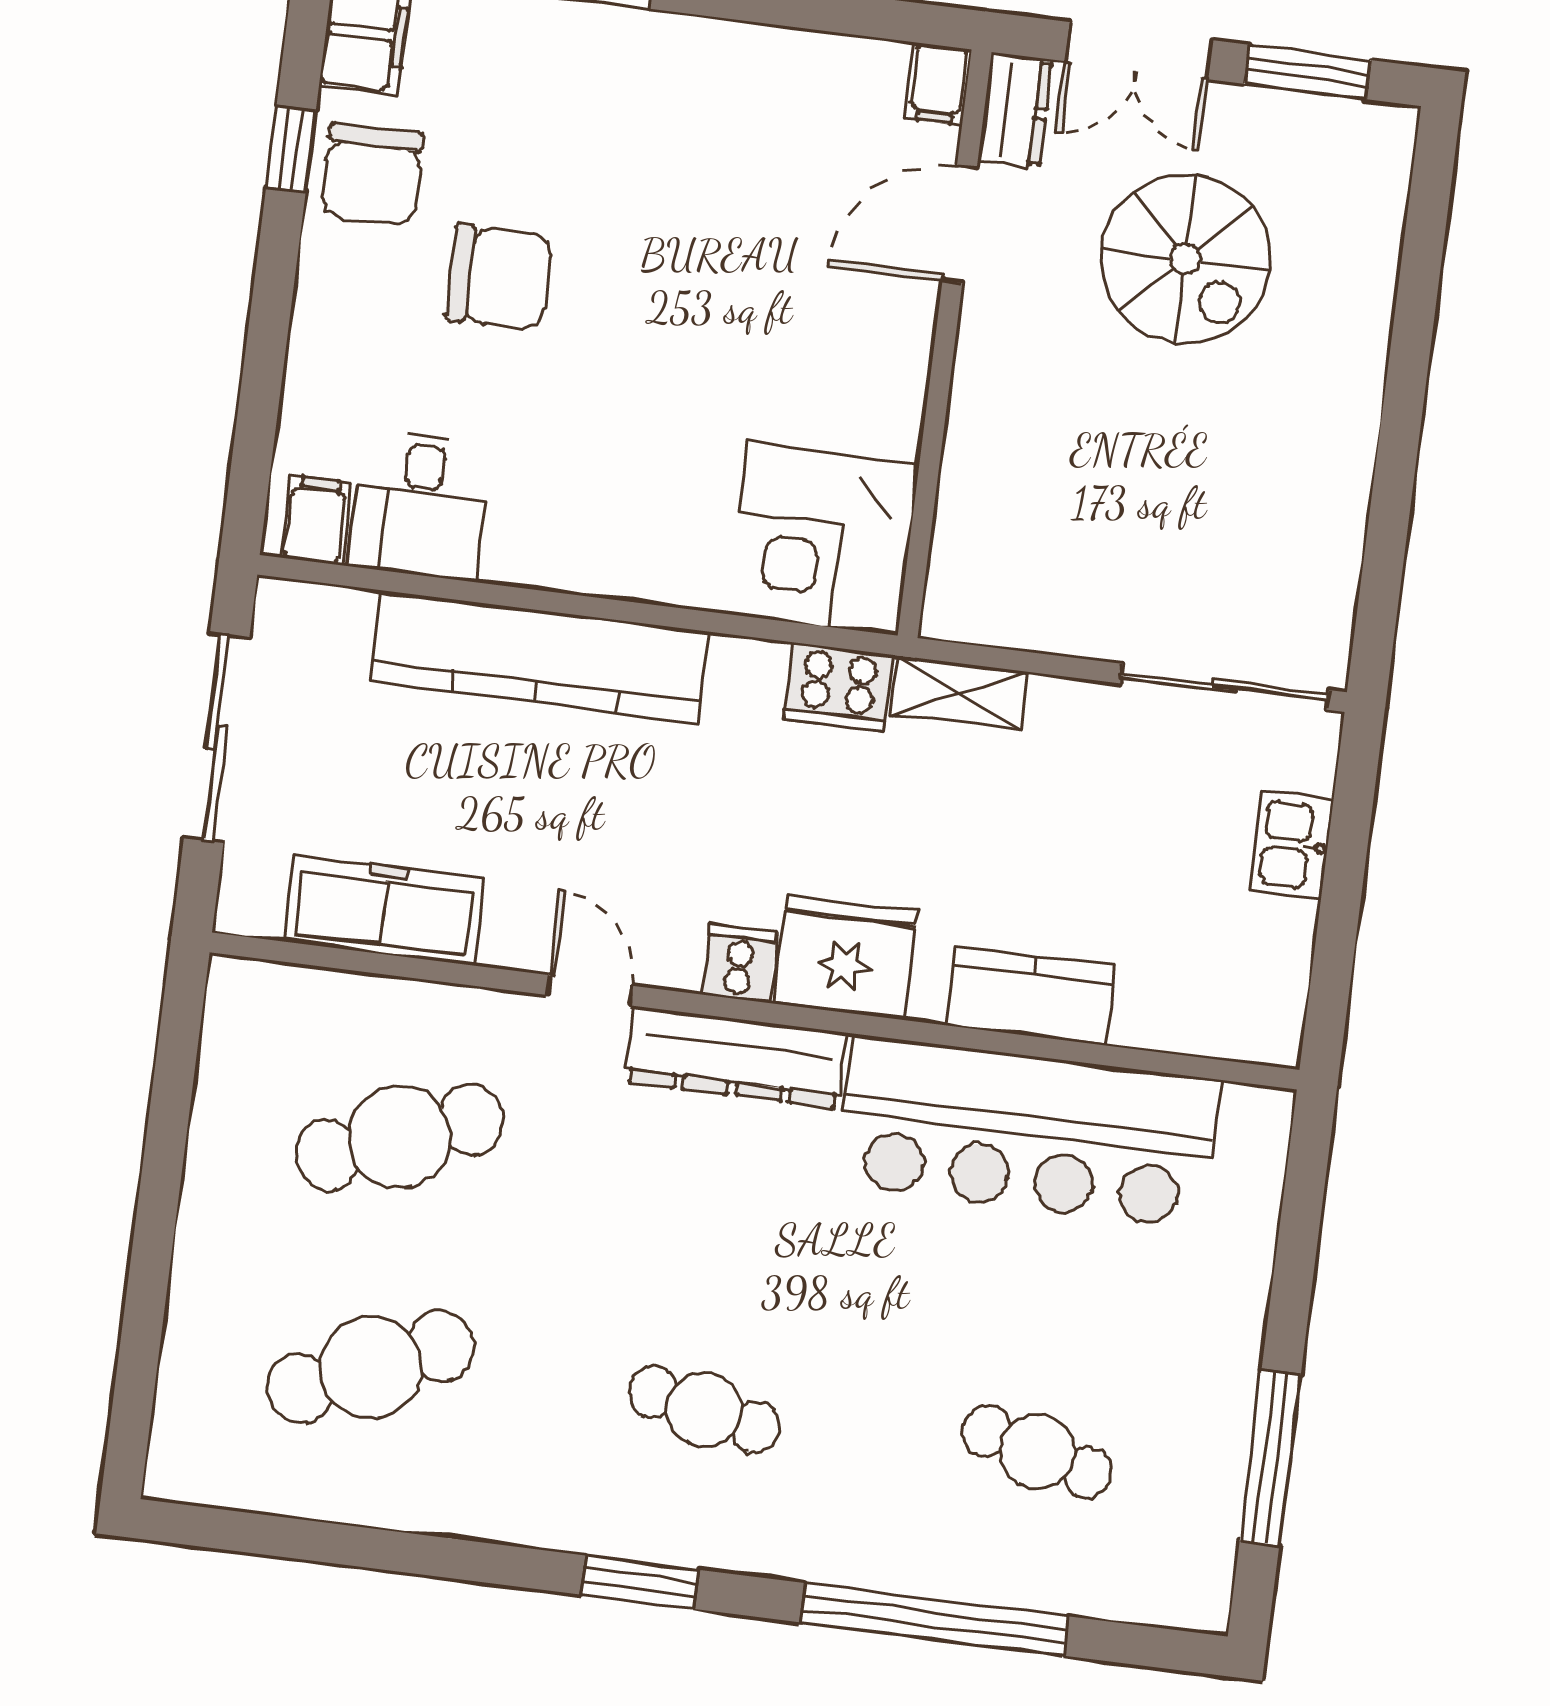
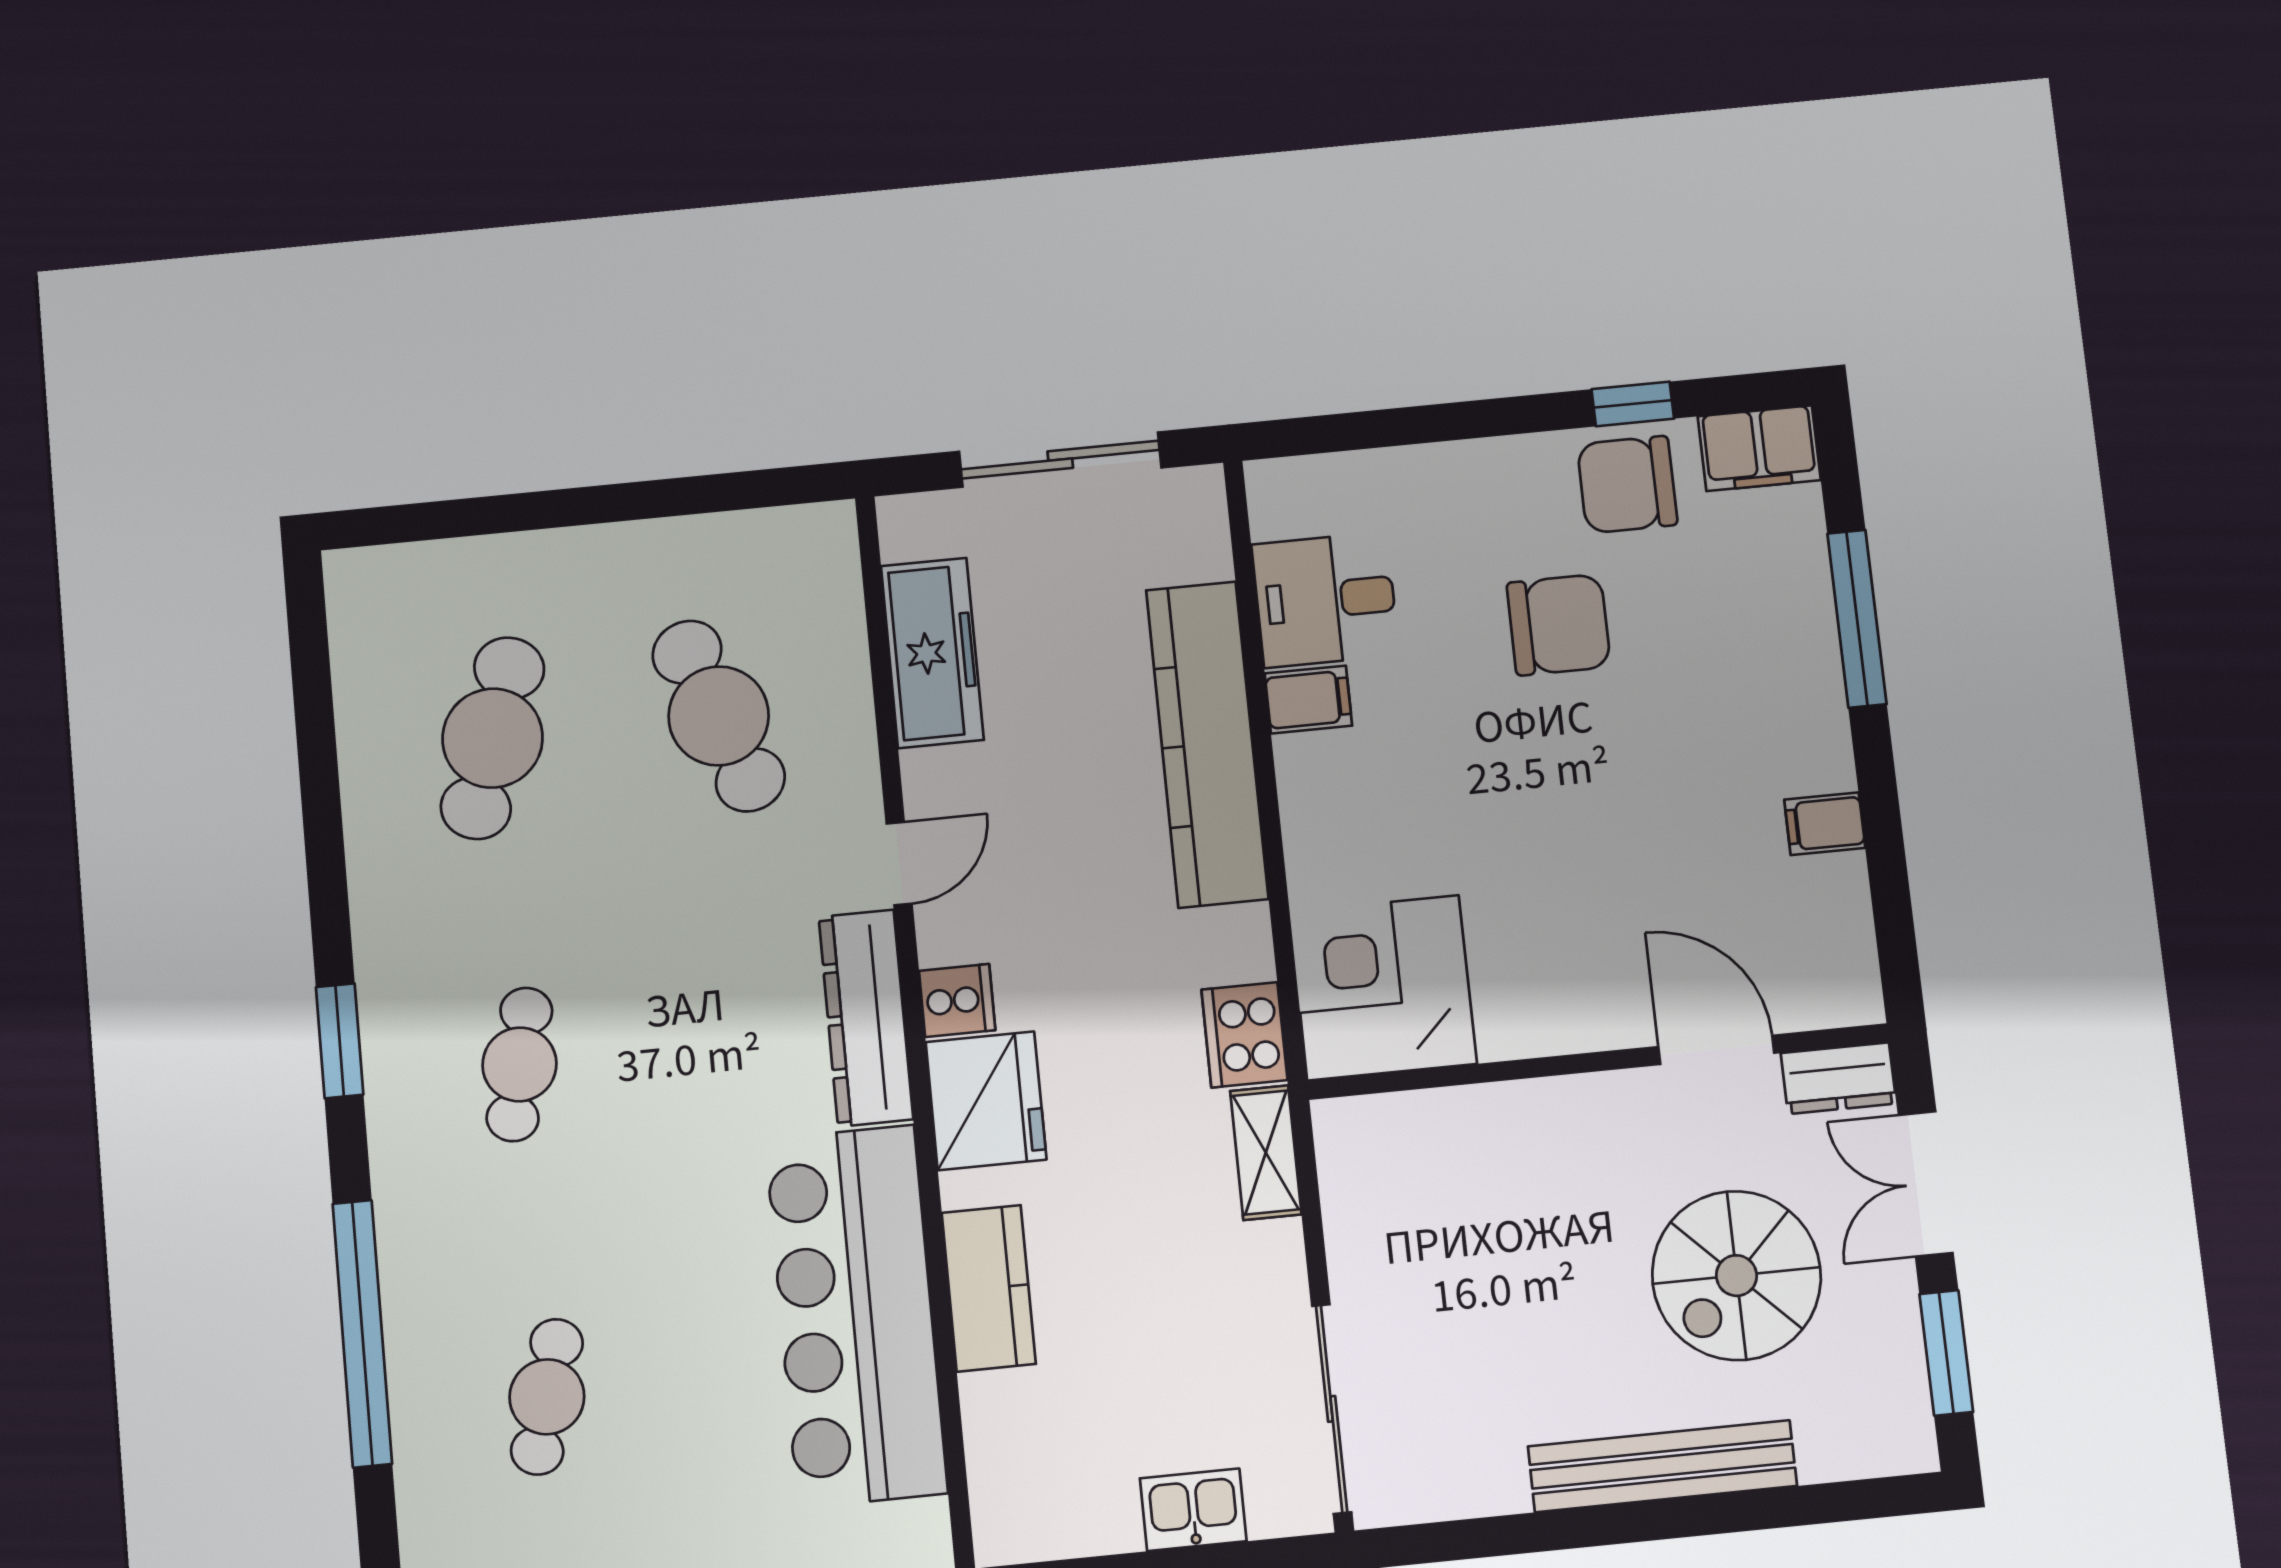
filing cabinet: (939, 84) -> (1825, 824), moved
chair: (499, 277) -> (1559, 625), turned -90
bench: (1354, 377) -> (1662, 1466), added
filing cabinet: (316, 520) -> (1308, 700), moved
cafe table: (371, 1367) -> (493, 738), turned 42

